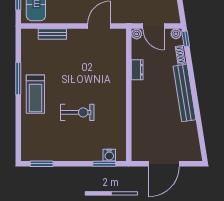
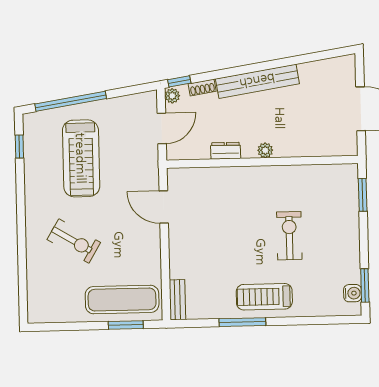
bench: (52, 34) -> (177, 300), moved
plant: (137, 34) -> (265, 150), moved
treadmill: (35, 94) -> (264, 297), turned 180
water cooler: (109, 155) -> (353, 293), moved

